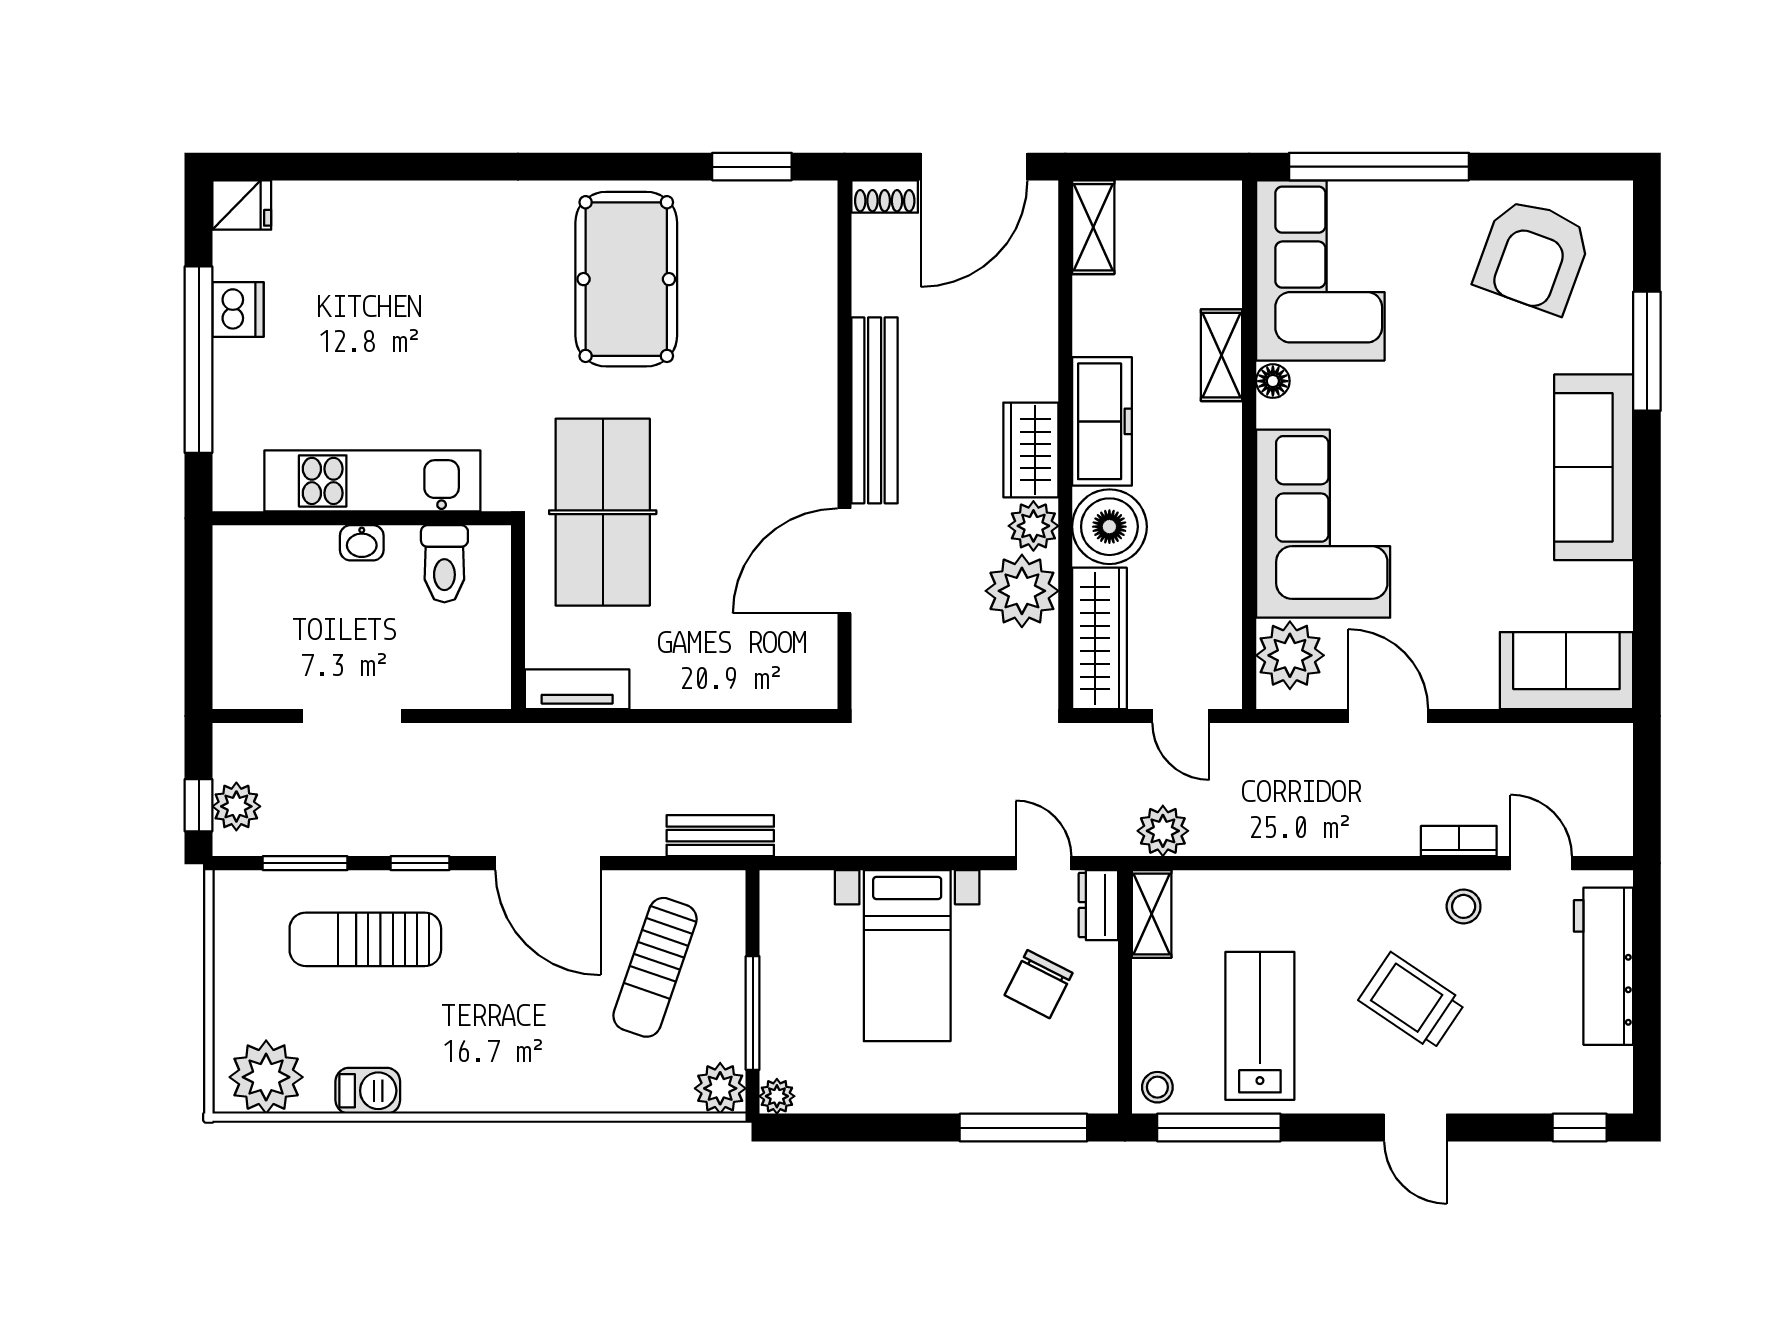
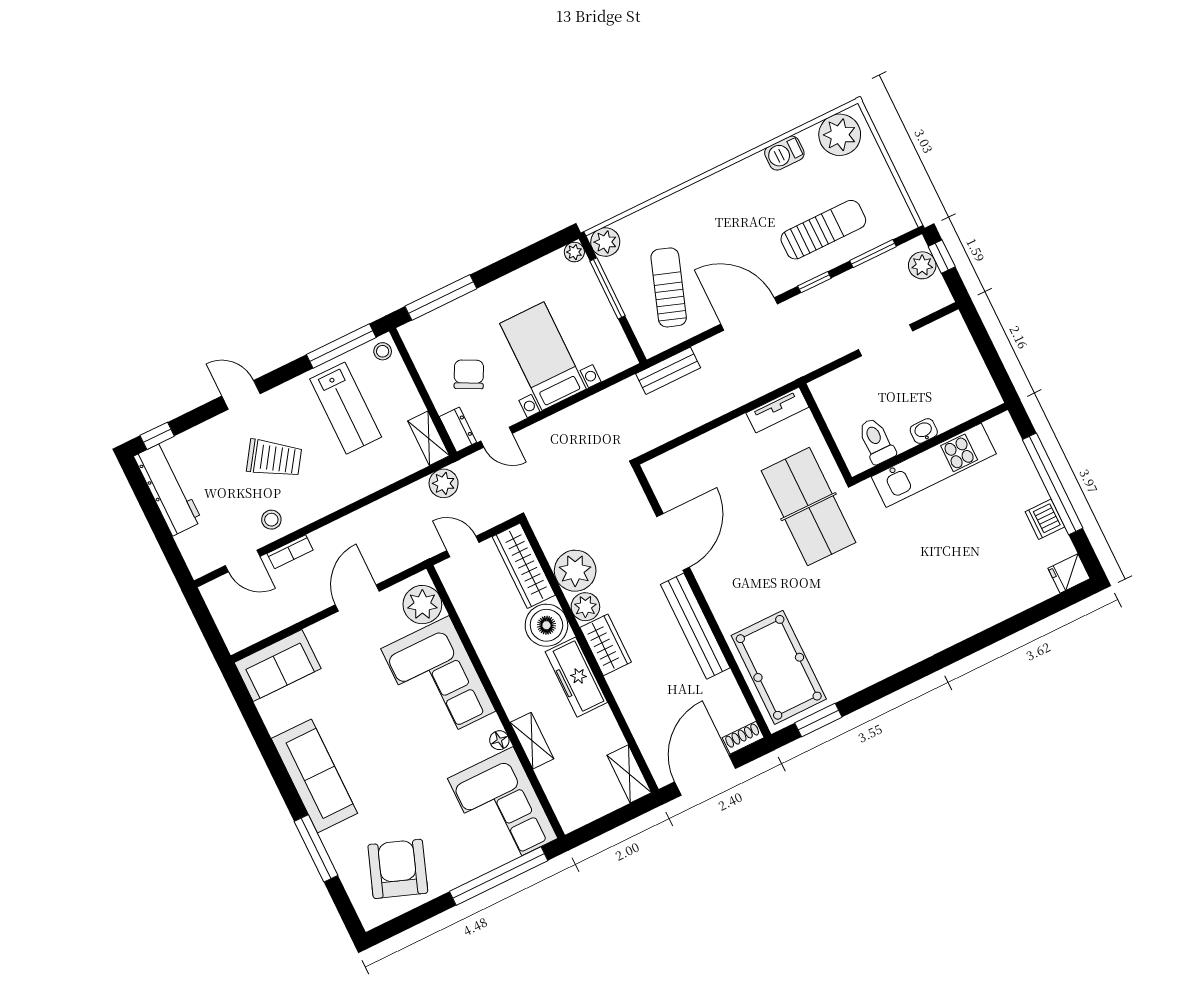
pool table: (626, 279) -> (779, 667), moved
door: (1388, 716) -> (357, 598), swing flipped
workbench: (1603, 966) -> (168, 489), moved

